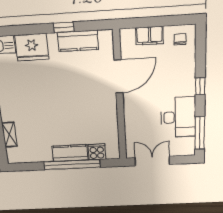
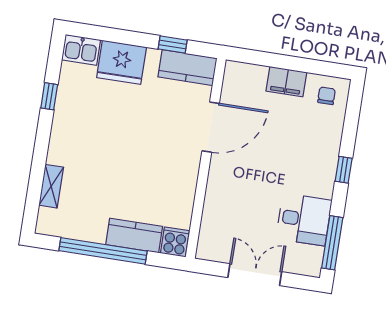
door: (119, 76) -> (211, 127), moved
wall: (120, 97) -> (206, 158), moved
desk: (178, 117) -> (304, 219), width x0.73
window: (72, 165) -> (103, 251), moved

